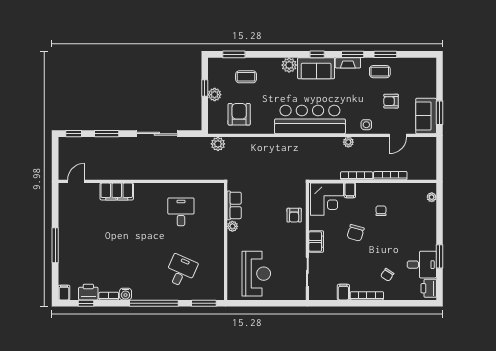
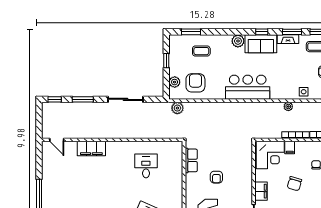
plant: (215, 95) -> (175, 82), moved
bar counter: (310, 119) -> (248, 87), width x0.73
door: (76, 181) -> (57, 140), swing flipped
armchair: (294, 215) -> (216, 177), moved
plant: (232, 226) -> (190, 178), removed

